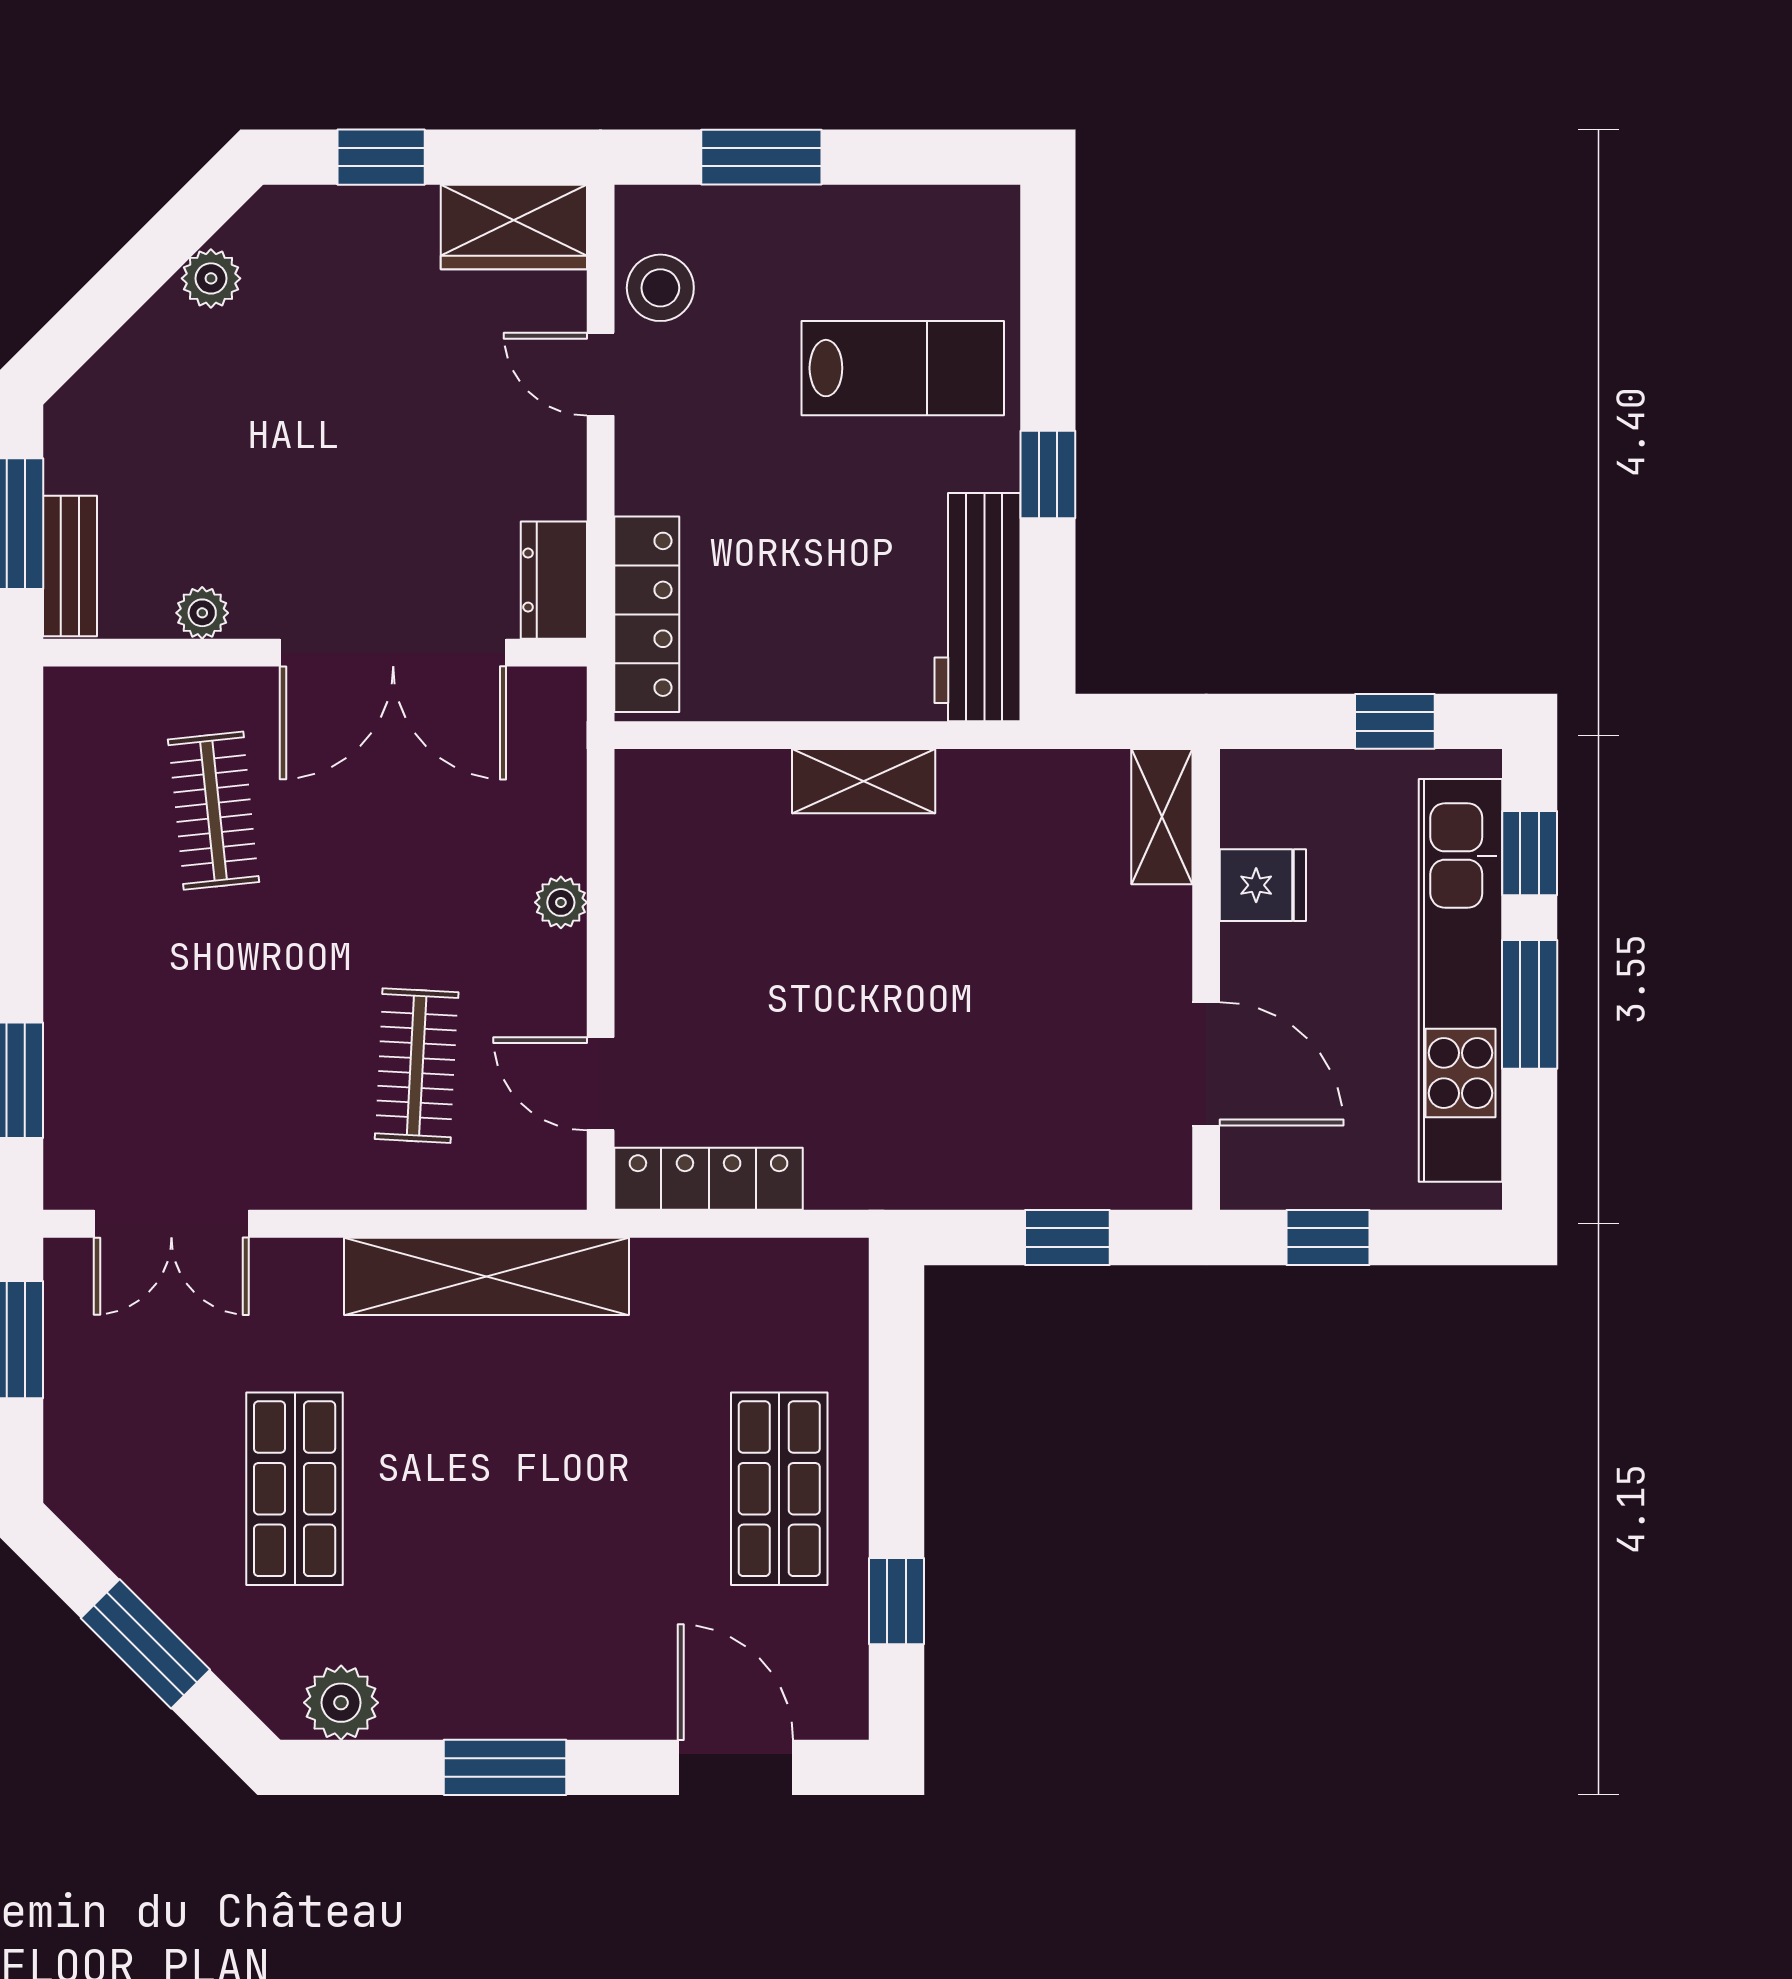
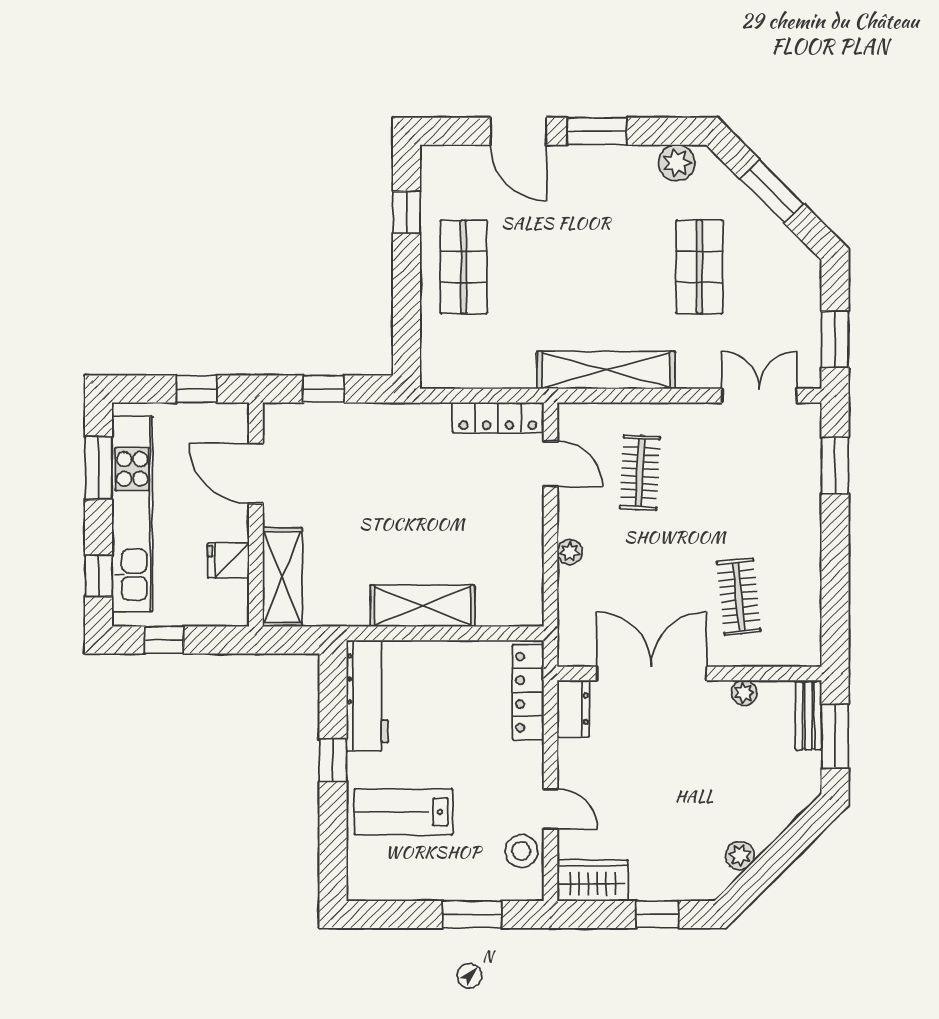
shelving: (864, 781) -> (423, 606), width x1.50, depth x1.33
shelving: (1162, 817) -> (282, 577), width x1.50, depth x1.33
window: (1530, 1004) -> (99, 468), moved
door: (735, 1767) -> (518, 131), moved

